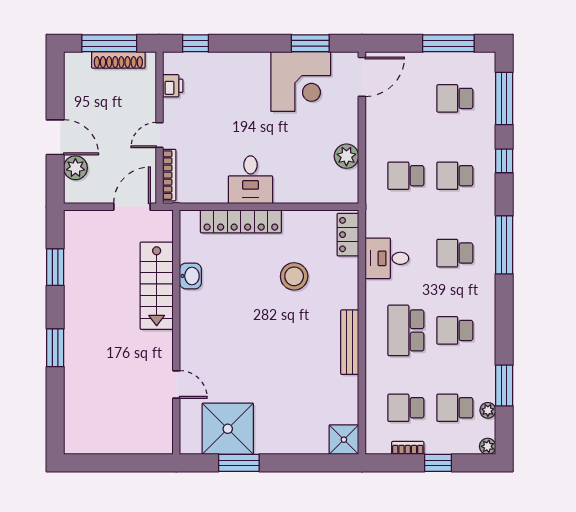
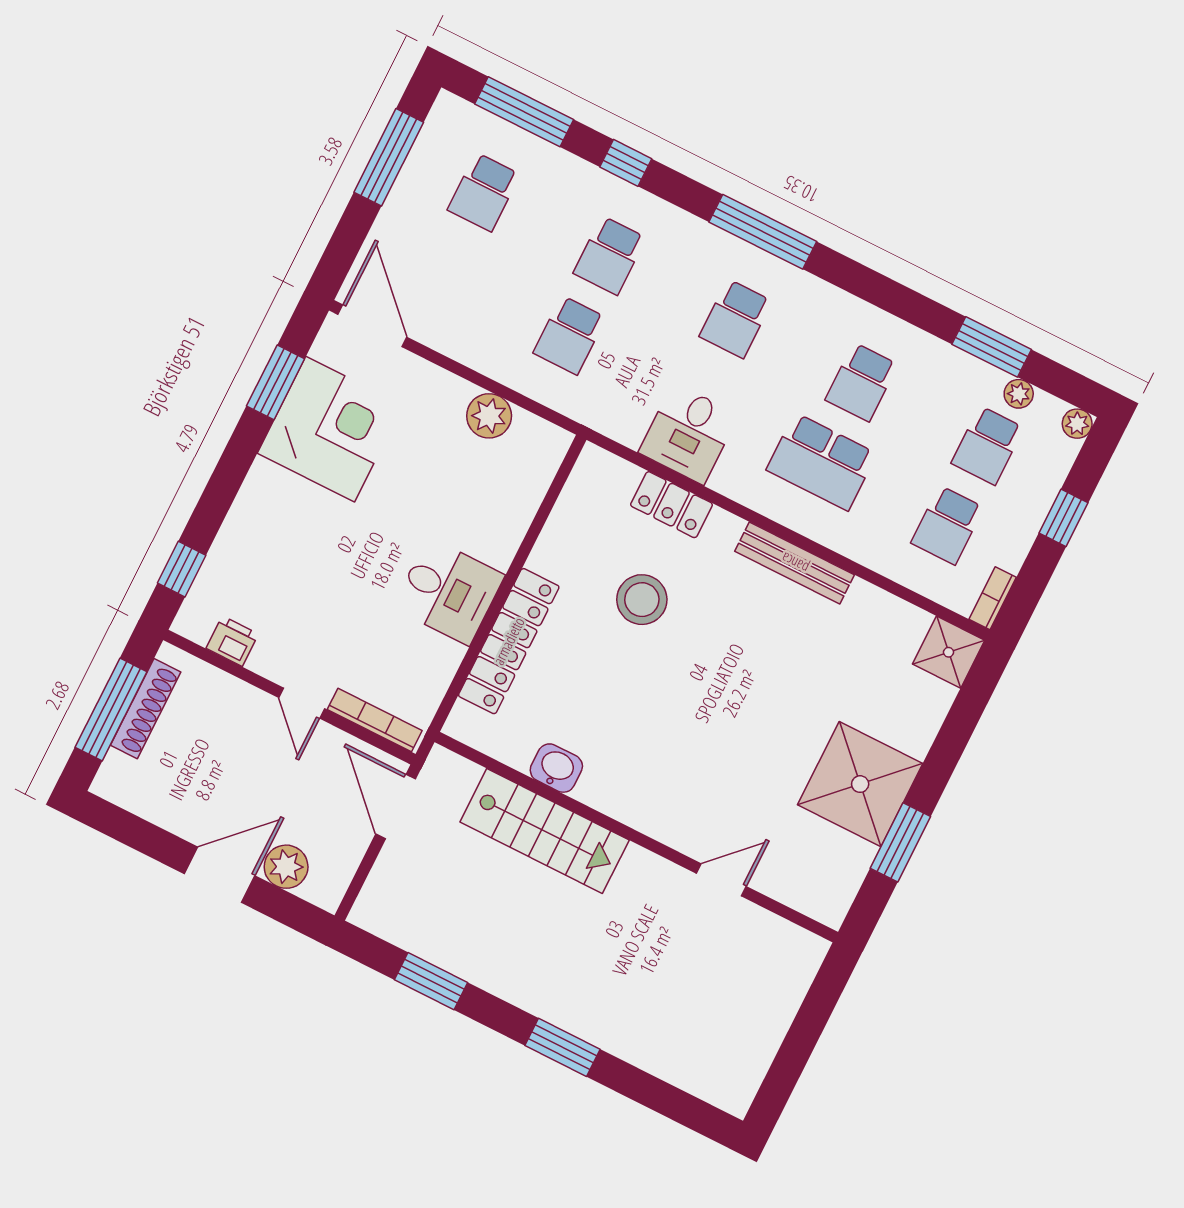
locker: (348, 235) -> (672, 505), moved
shower: (228, 429) -> (860, 784), moved
bookcase: (408, 448) -> (993, 598), moved

